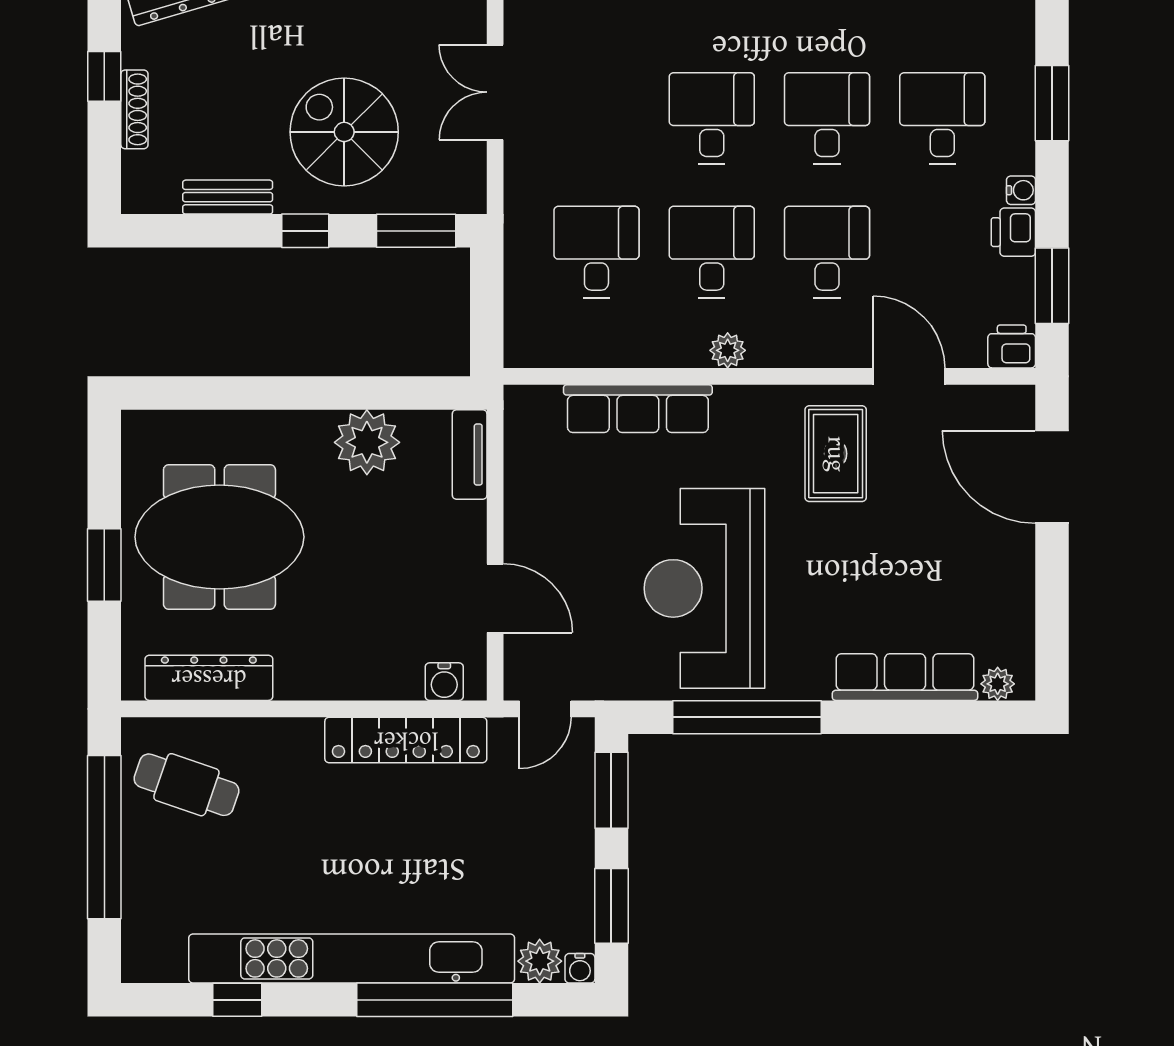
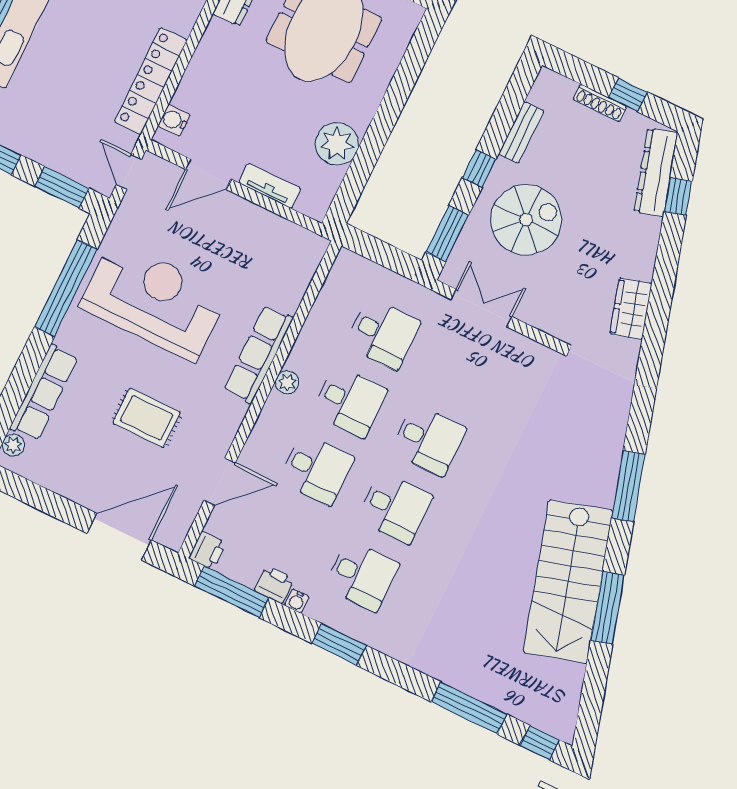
double door: (495, 92) -> (482, 308), moved
window: (1052, 286) -> (232, 592), width x1.44
row of seats: (638, 409) -> (258, 354), moved
tv unit: (470, 454) -> (270, 186), moved
rug: (836, 454) -> (147, 418), moved

